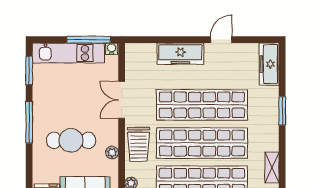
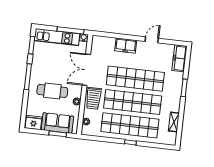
freezer: (180, 54) -> (126, 46), width x0.71
double door: (122, 100) -> (86, 70), width x1.37

